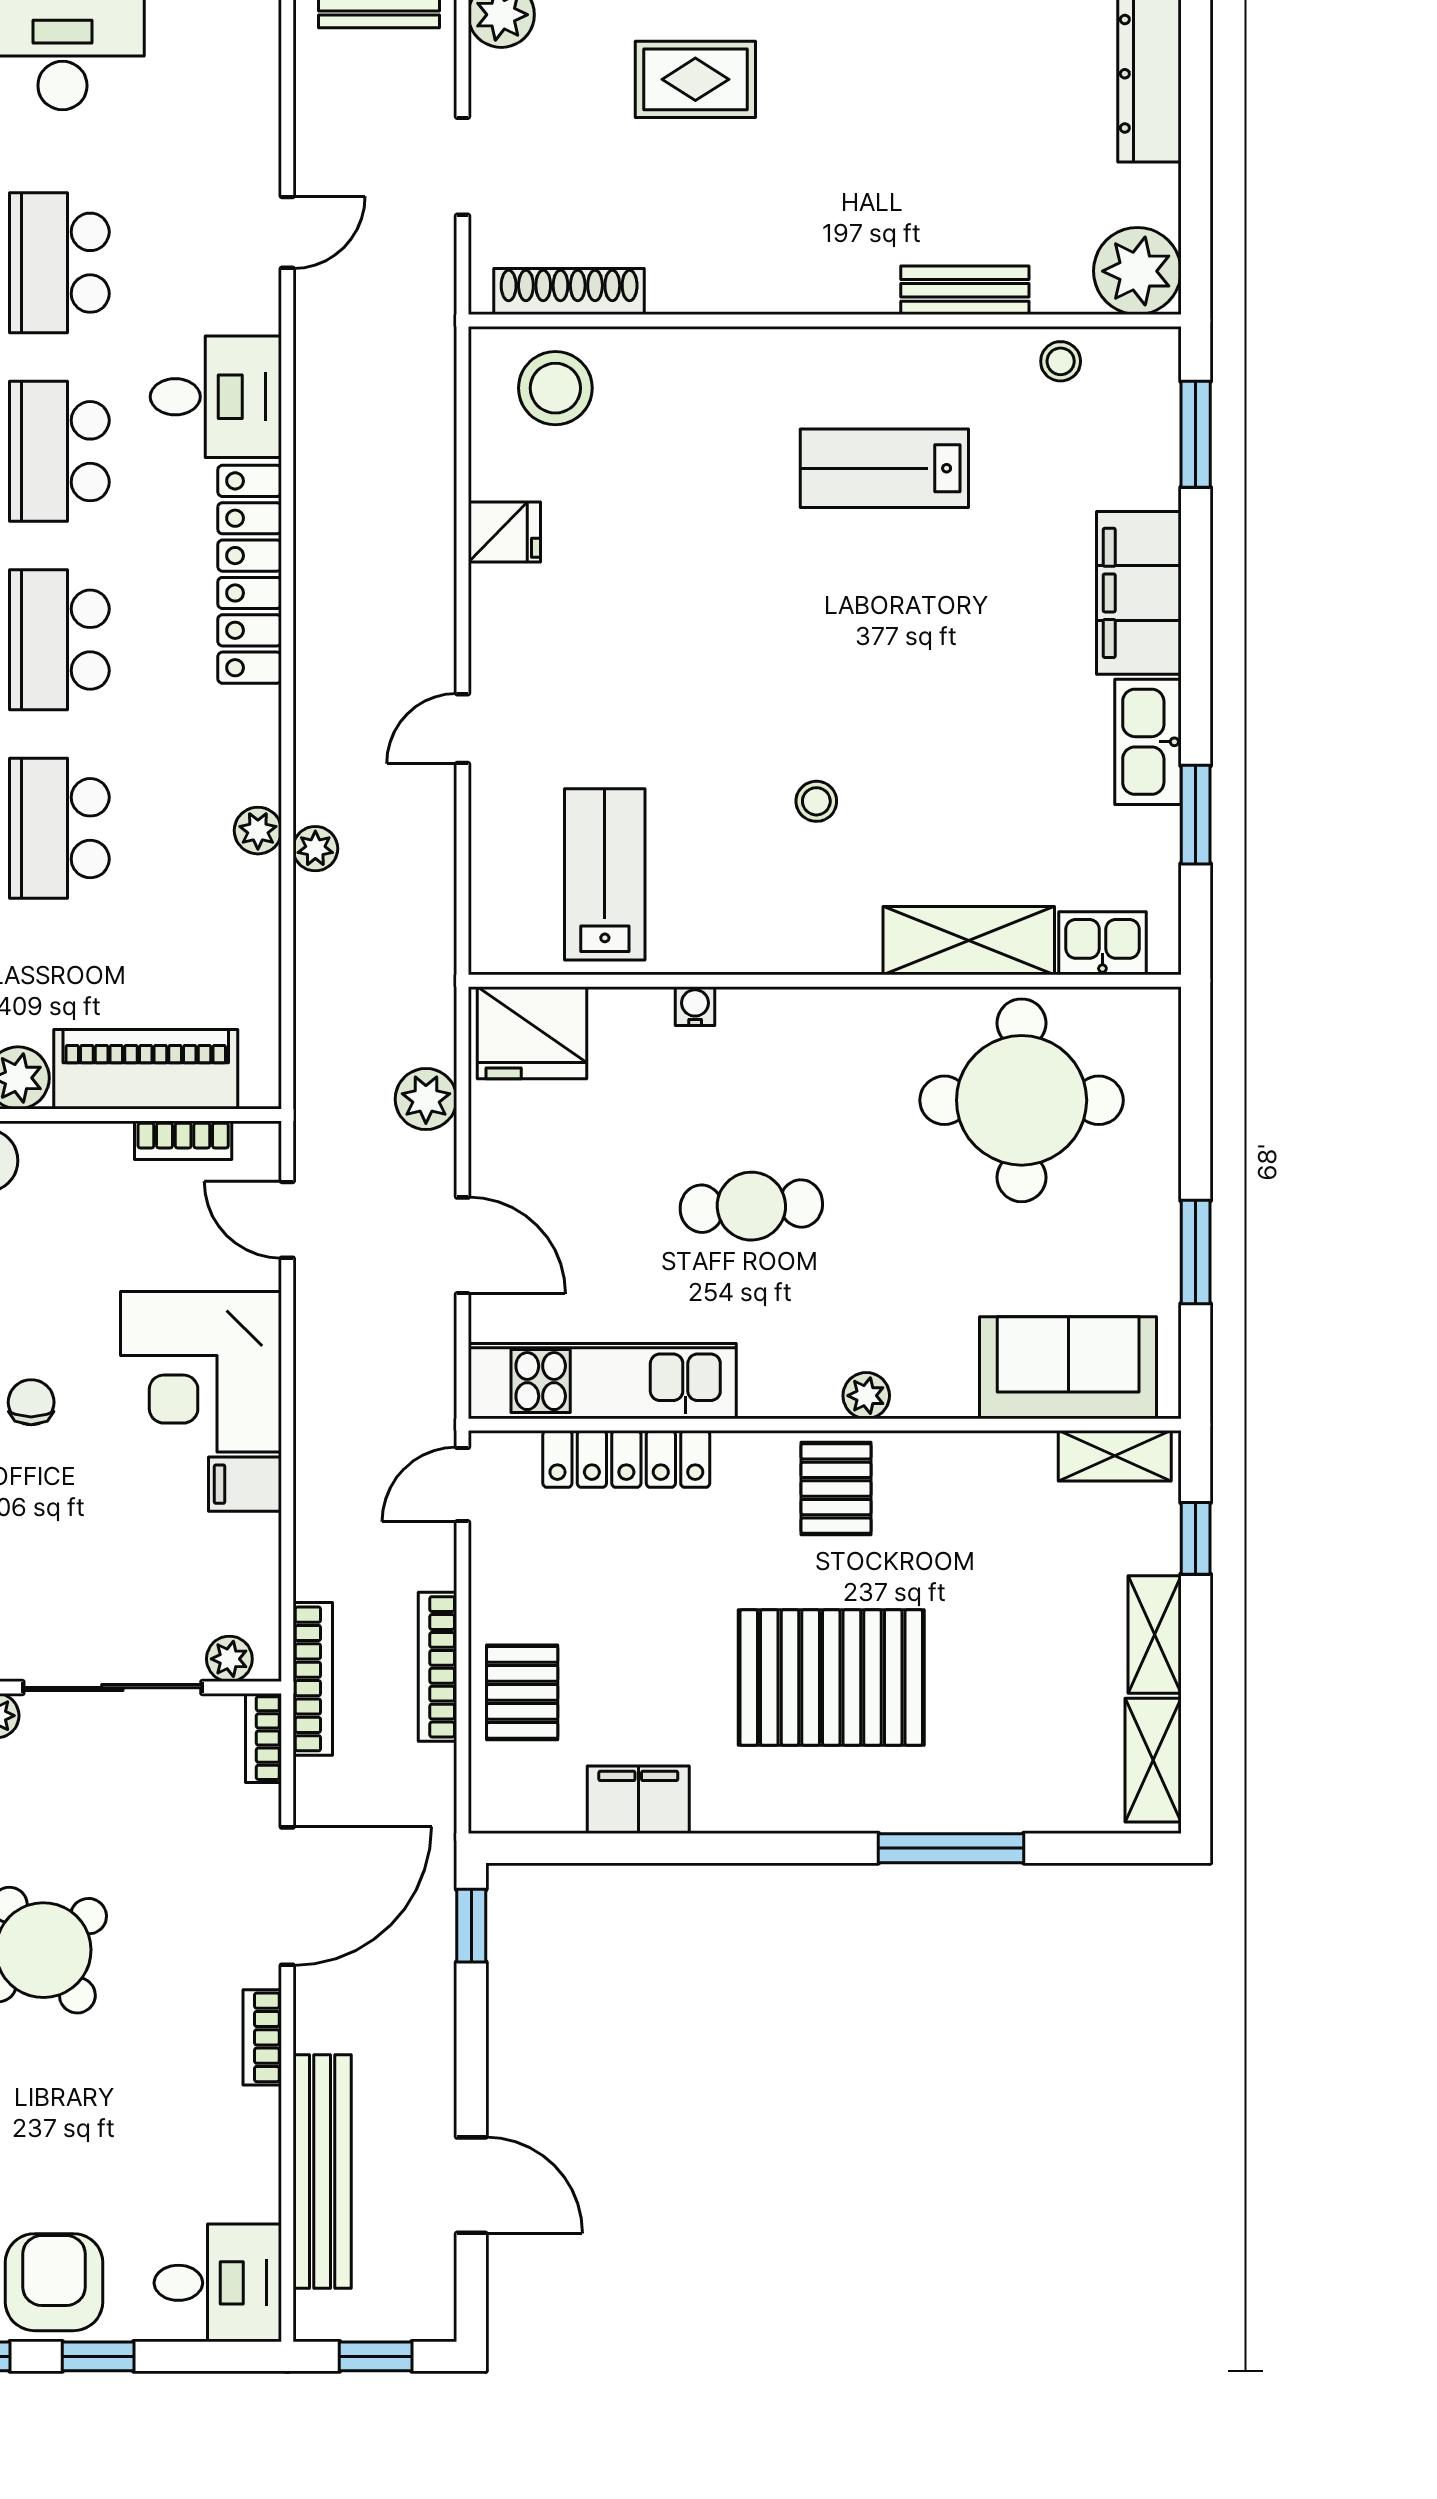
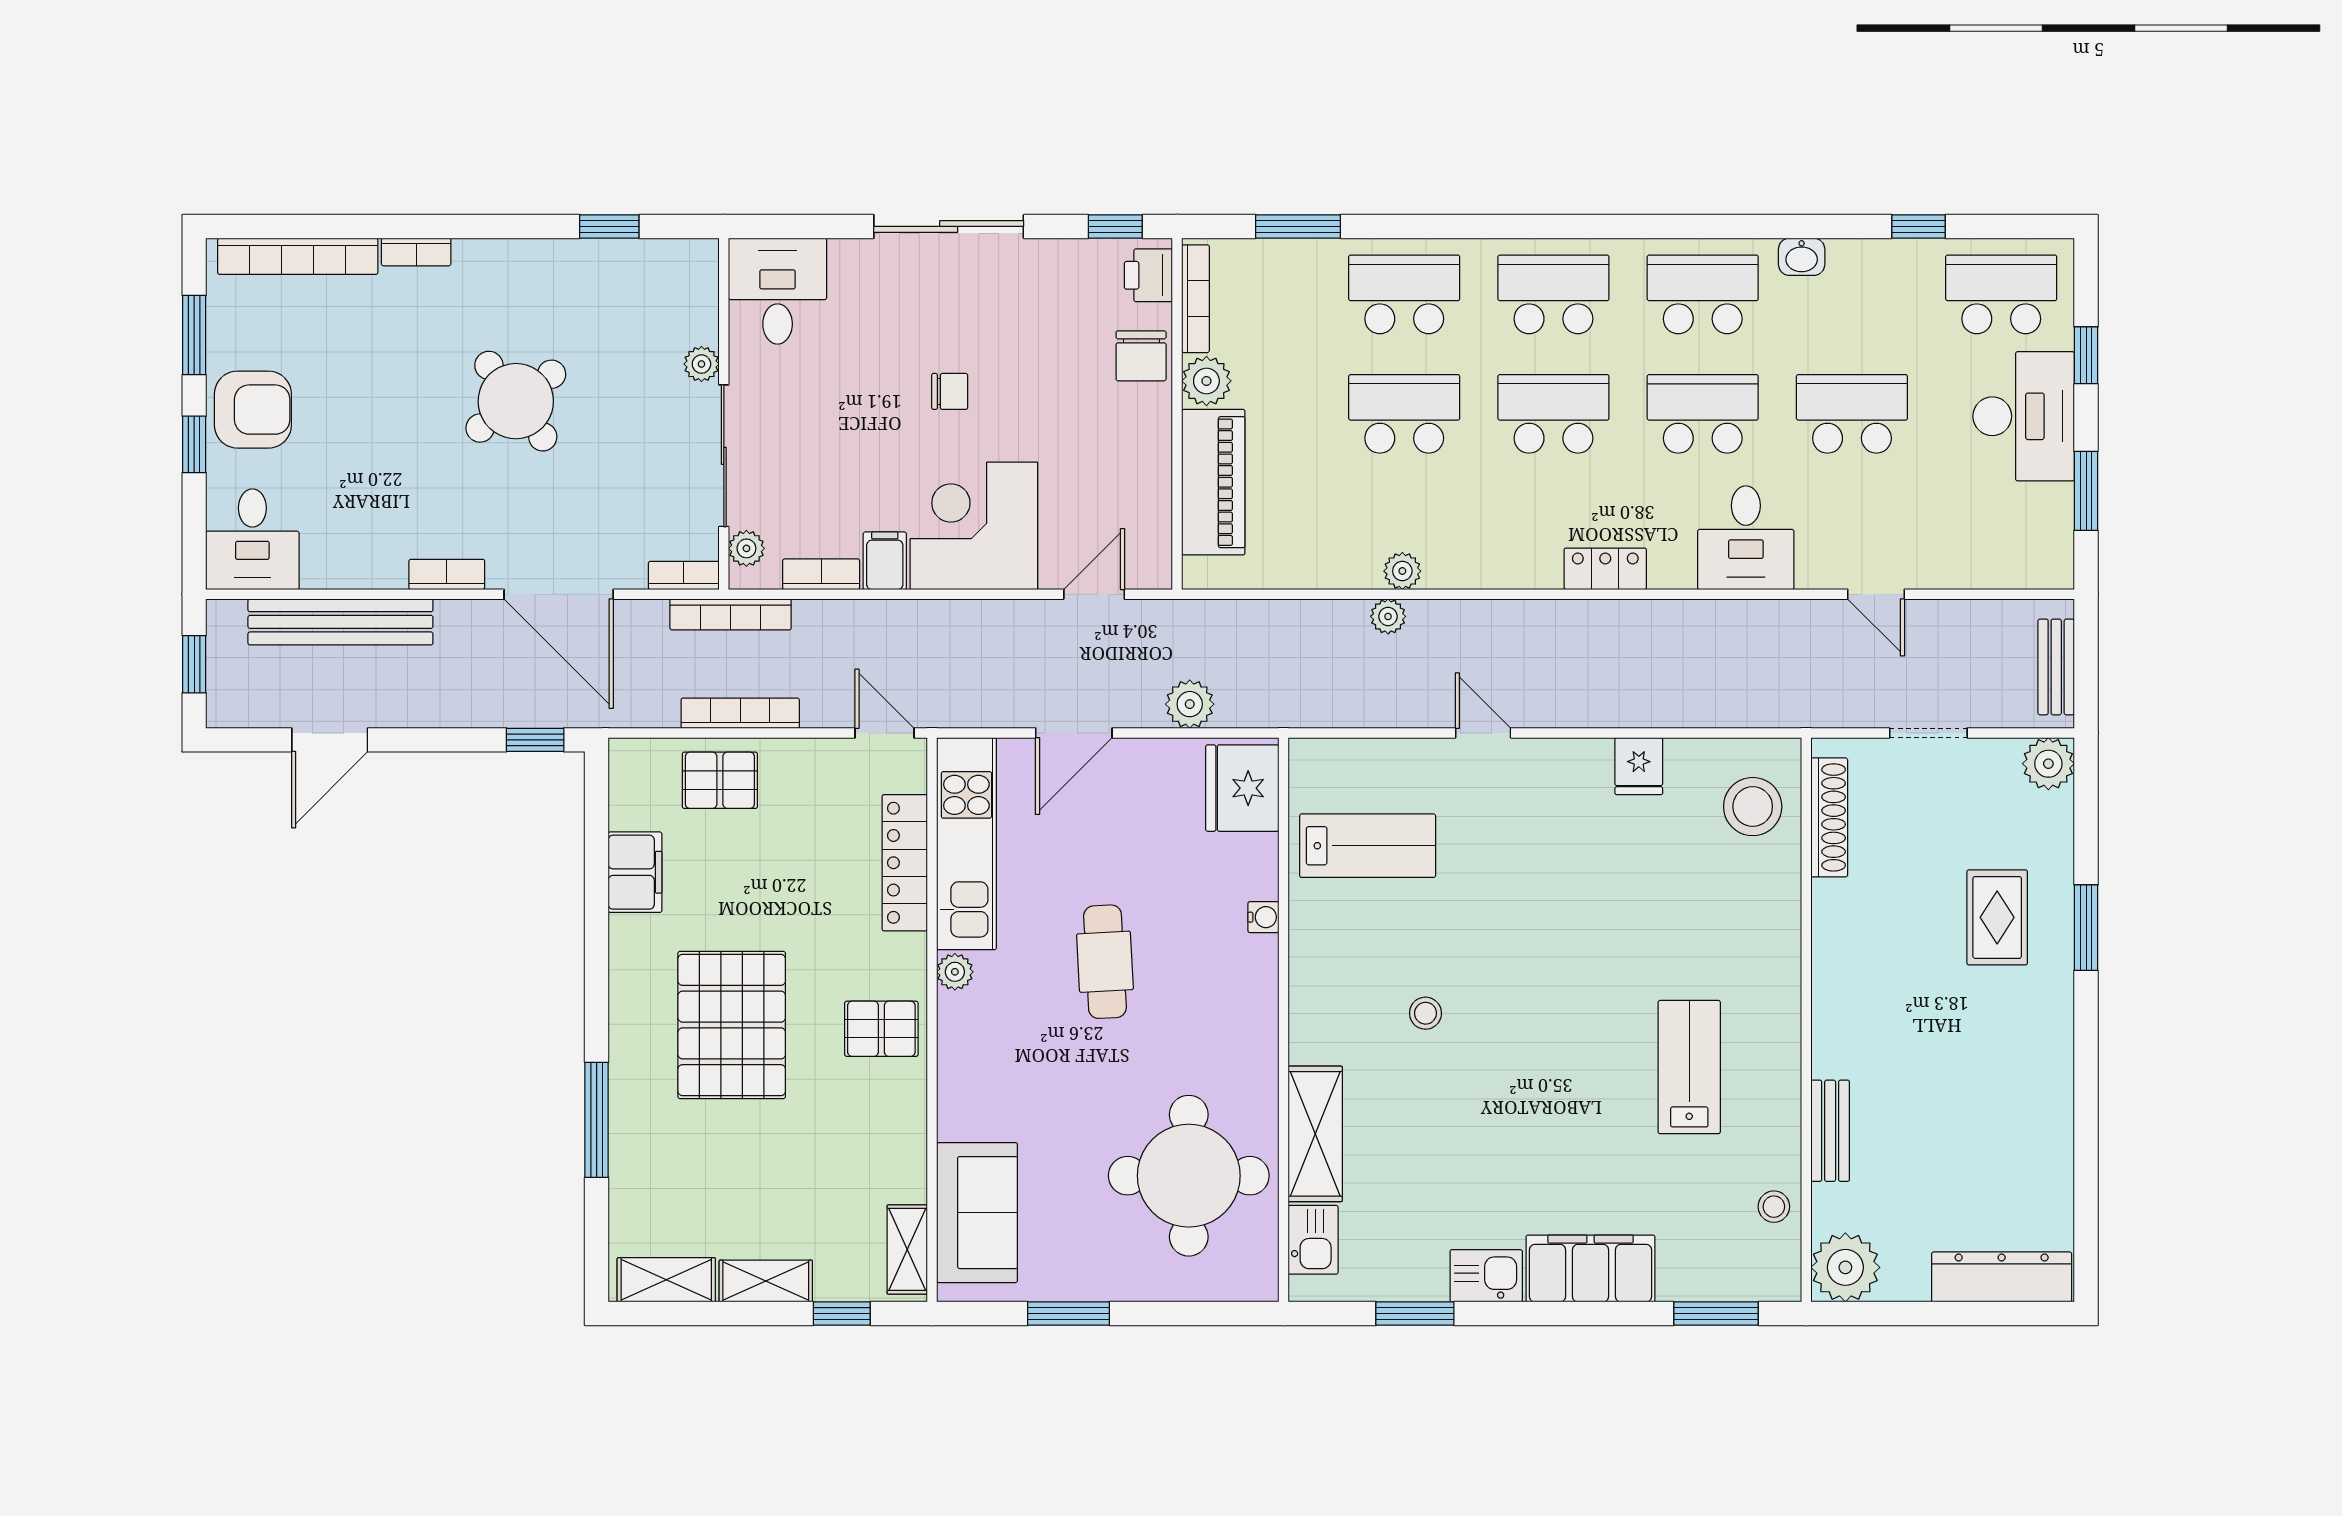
locker: (250, 574) -> (1605, 569), width x0.46, depth x0.83
kitchen sink: (1148, 742) -> (1486, 1276), width x0.73
bookcase: (183, 1140) -> (821, 574), moved, turned 90
plant: (866, 1396) -> (955, 972), moved

